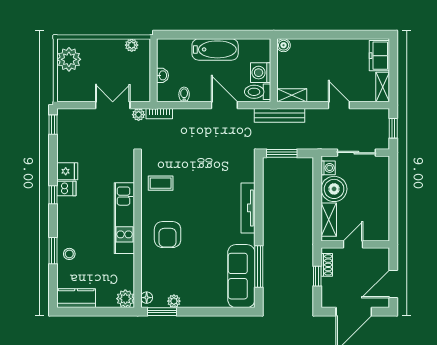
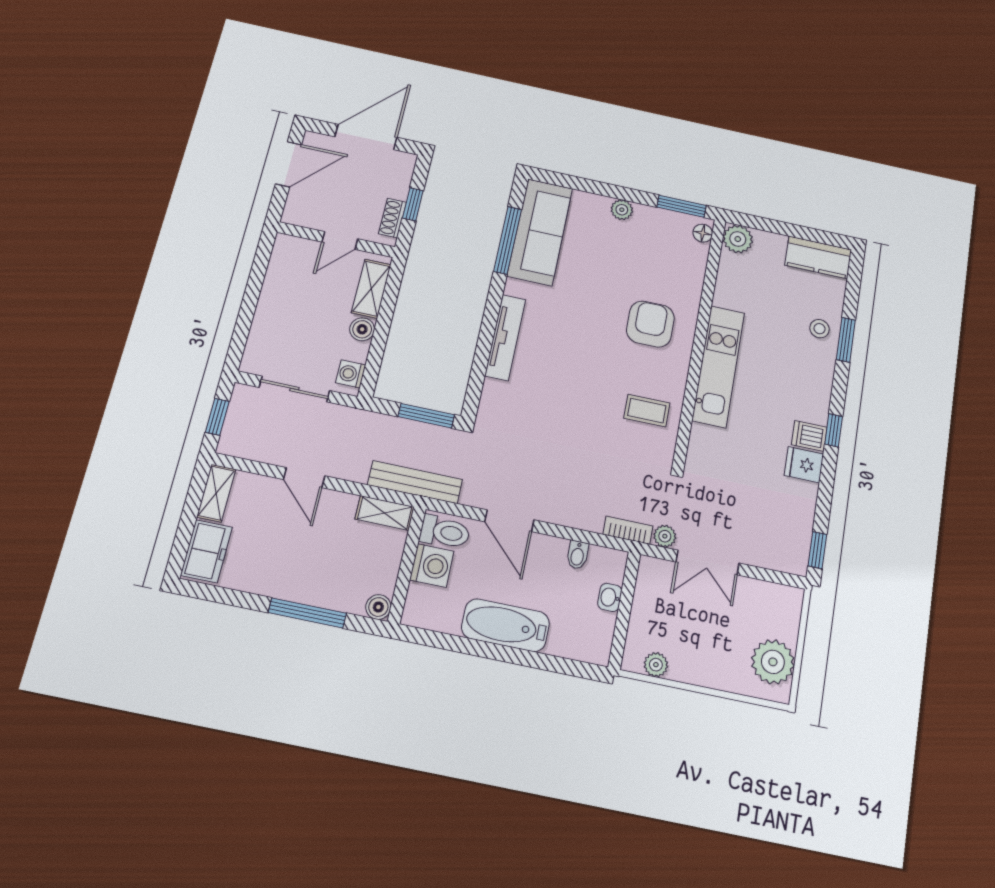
window: (319, 35) -> (307, 613), added
boiler: (334, 189) -> (362, 329), width x0.54, depth x0.54
plant: (174, 301) -> (622, 210), moved

